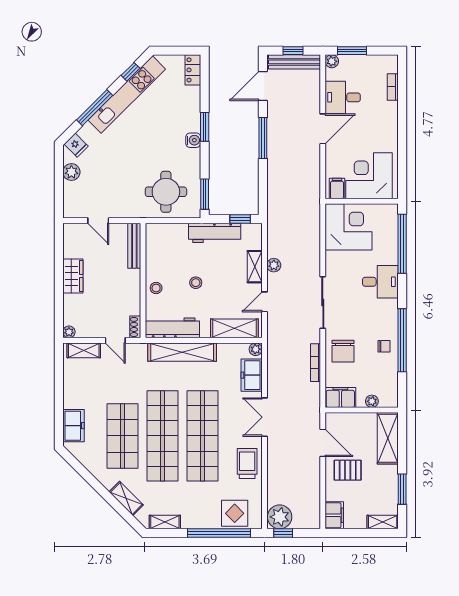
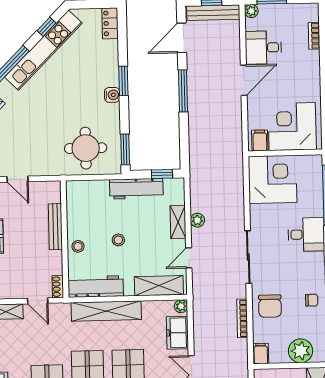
bench: (134, 246) -> (55, 227), moved
filing cabinet: (340, 397) -> (261, 354), width x0.50
plant: (372, 401) -> (301, 351), width x1.88, depth x1.88

